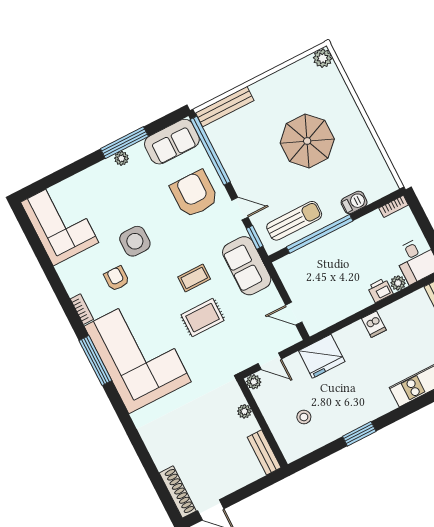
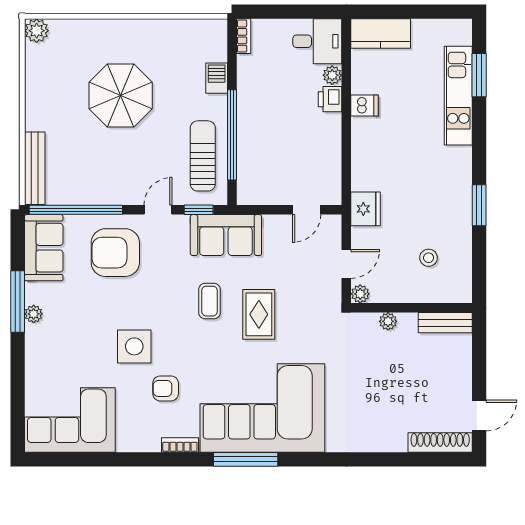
dishwasher: (374, 324) -> (365, 105), moved
fridge: (322, 356) -> (366, 209), width x0.73, depth x0.75

